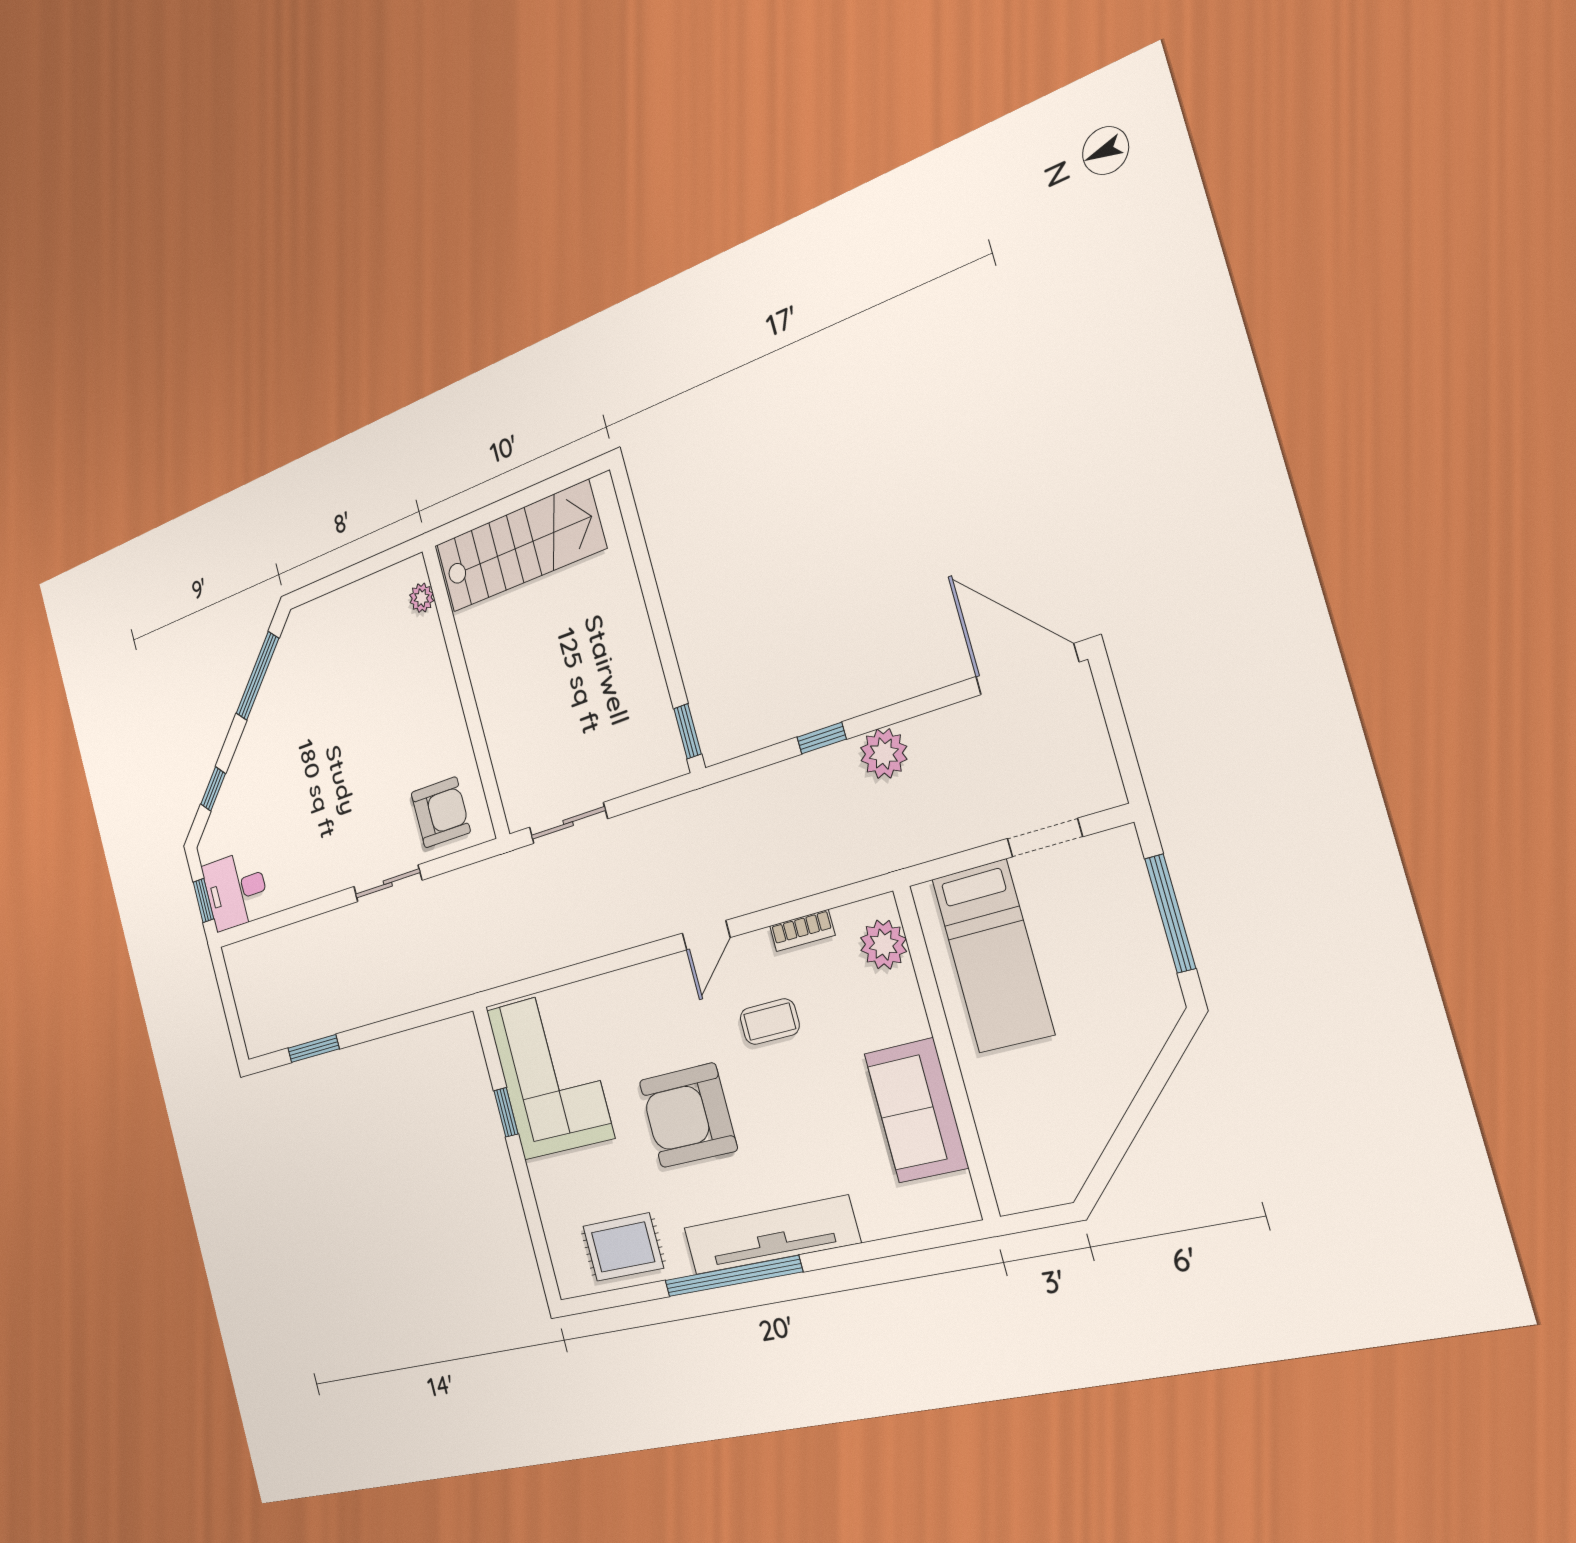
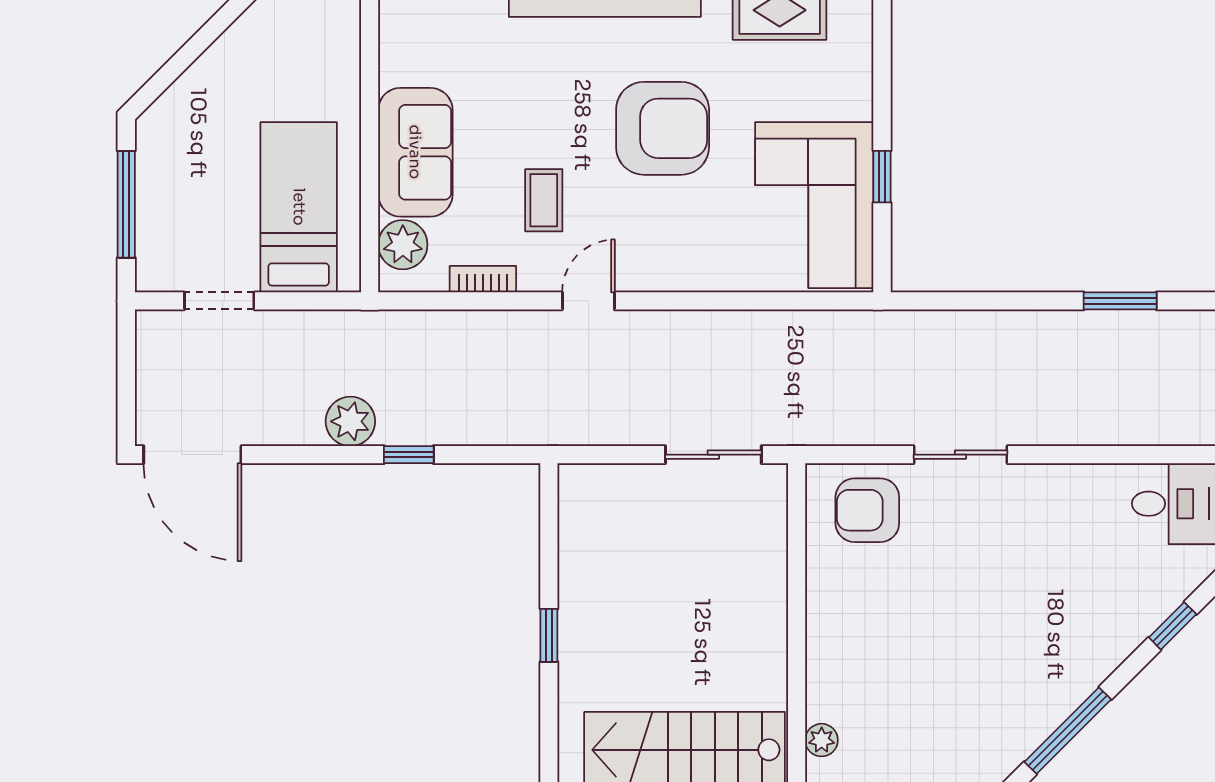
window: (688, 731) -> (549, 635), moved
coffee table: (770, 1022) -> (544, 200), turned 90
sofa: (916, 1111) -> (415, 152), moved

